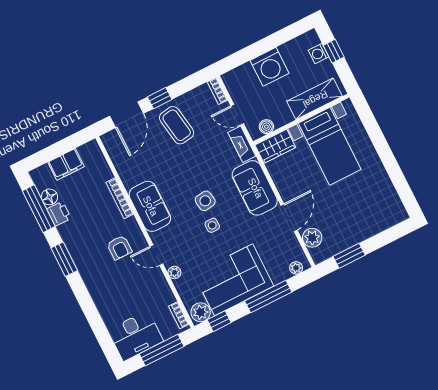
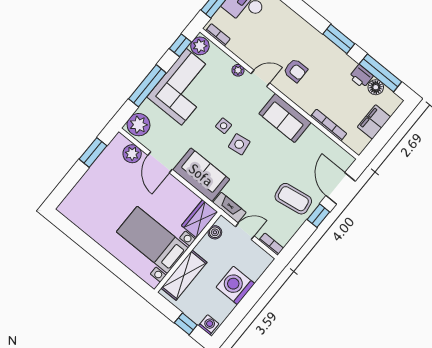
washing machine: (319, 53) -> (209, 325), moved
bookcase: (120, 198) -> (329, 125), moved
armchair: (119, 248) -> (295, 70), turned 180
plant: (296, 268) -> (138, 125), width x1.88, depth x1.88

